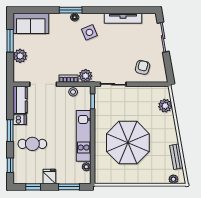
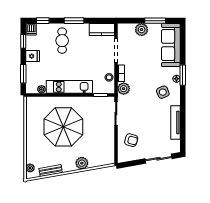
sofa: (31, 23) -> (171, 45), width x1.36
plant: (165, 106) -> (82, 163), moved
dishwasher: (20, 120) -> (31, 29), moved

